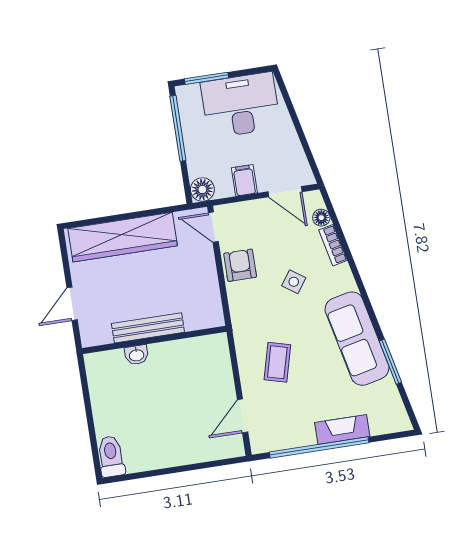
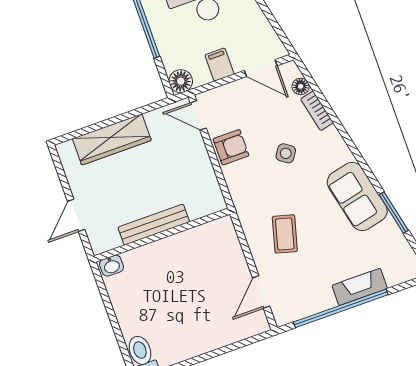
wardrobe: (123, 237) -> (112, 139), width x0.71, depth x0.85
armchair: (240, 265) -> (231, 147), turned 90
sofa: (357, 339) -> (357, 196), width x0.73
washbasin: (137, 355) -> (112, 266), moved

